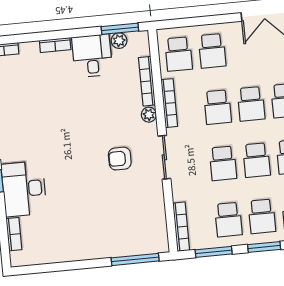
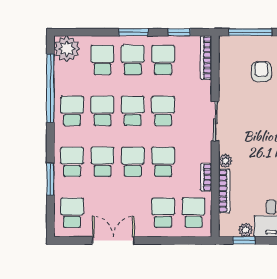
window: (120, 29) -> (244, 240), width x0.67
bookcase: (169, 103) -> (206, 177), width x0.64
armchair: (120, 159) -> (261, 72), moved, turned -90
window: (214, 252) -> (179, 32), width x0.67

